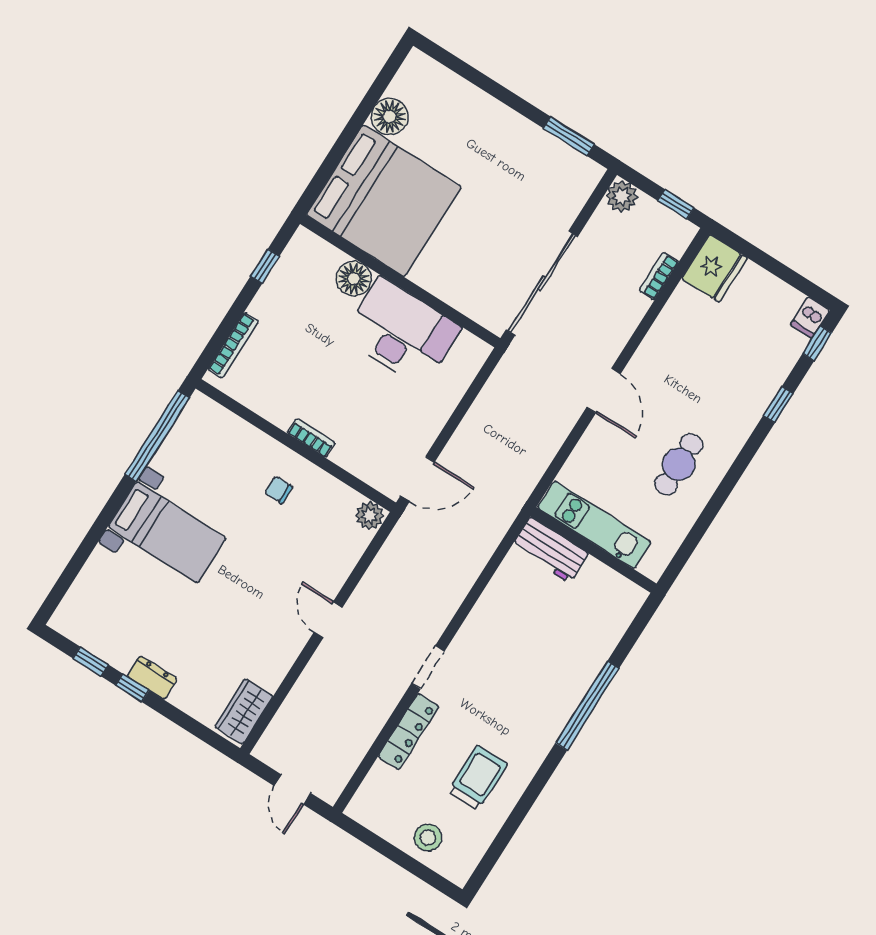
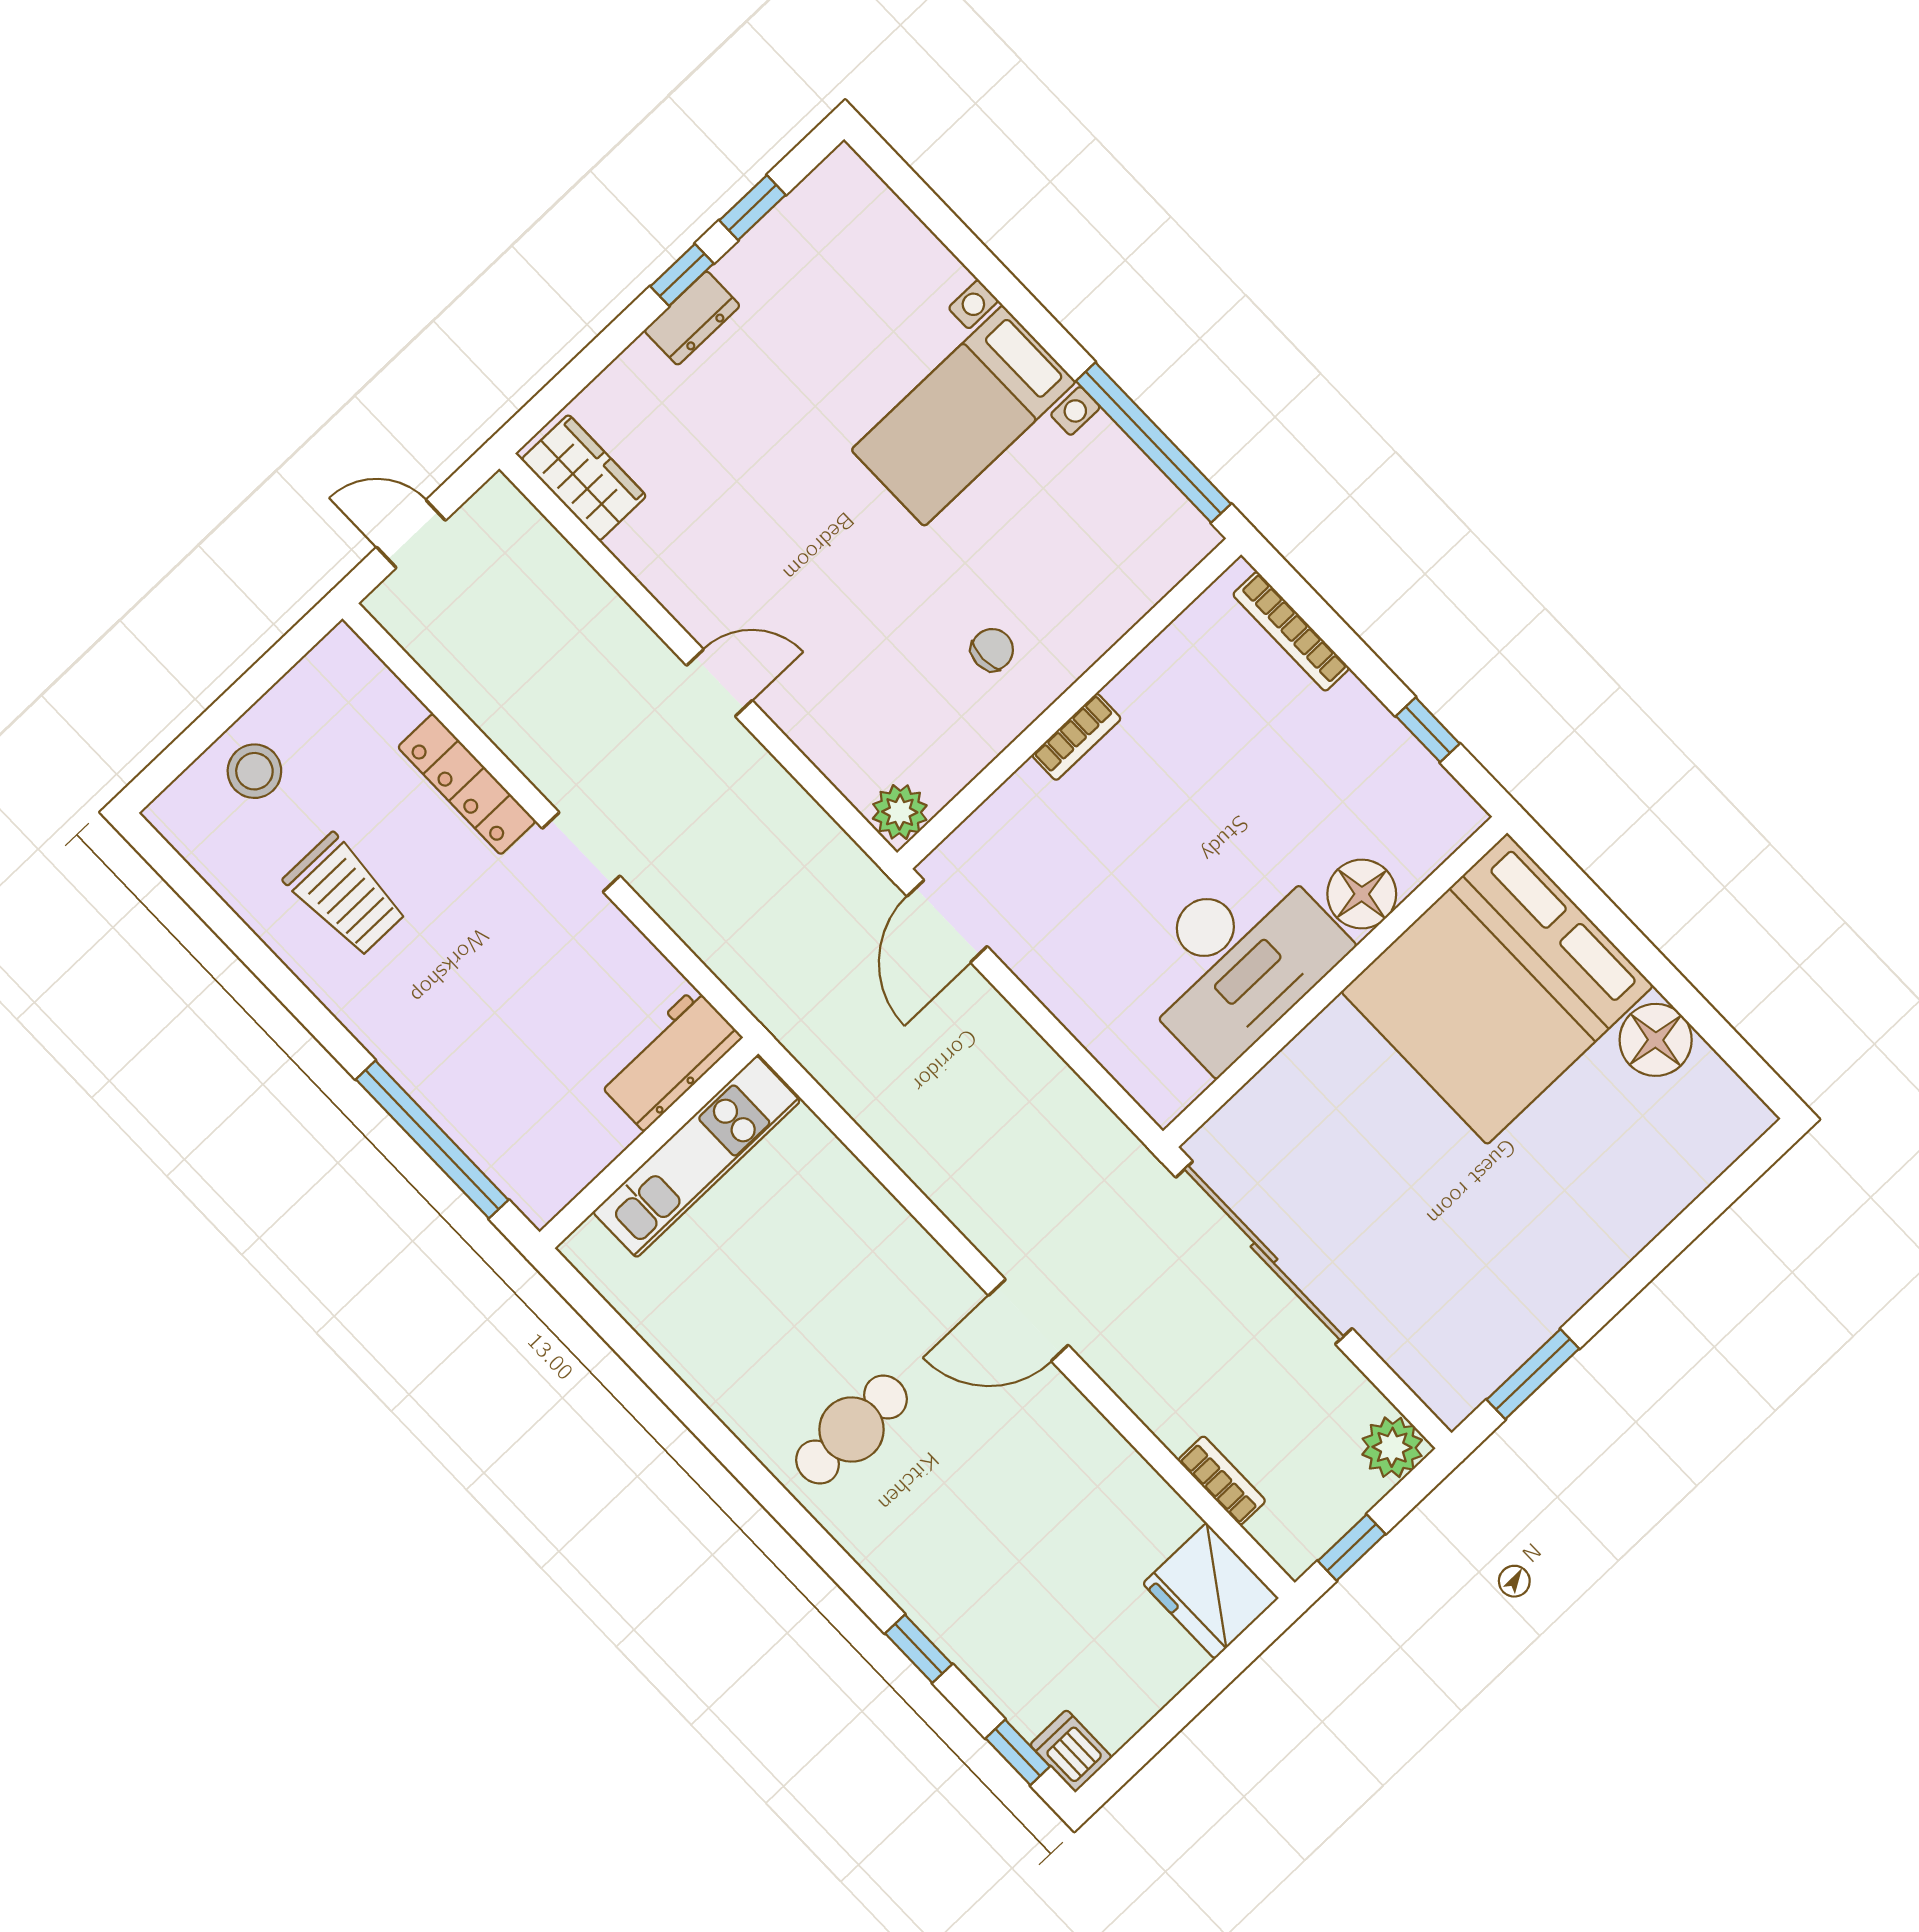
cafe table: (679, 464) -> (852, 1430), turned 90
kitchen unit: (594, 525) -> (697, 1157), moved
workbench: (550, 550) -> (669, 1059), moved
wall: (593, 550) -> (649, 1143), moved

